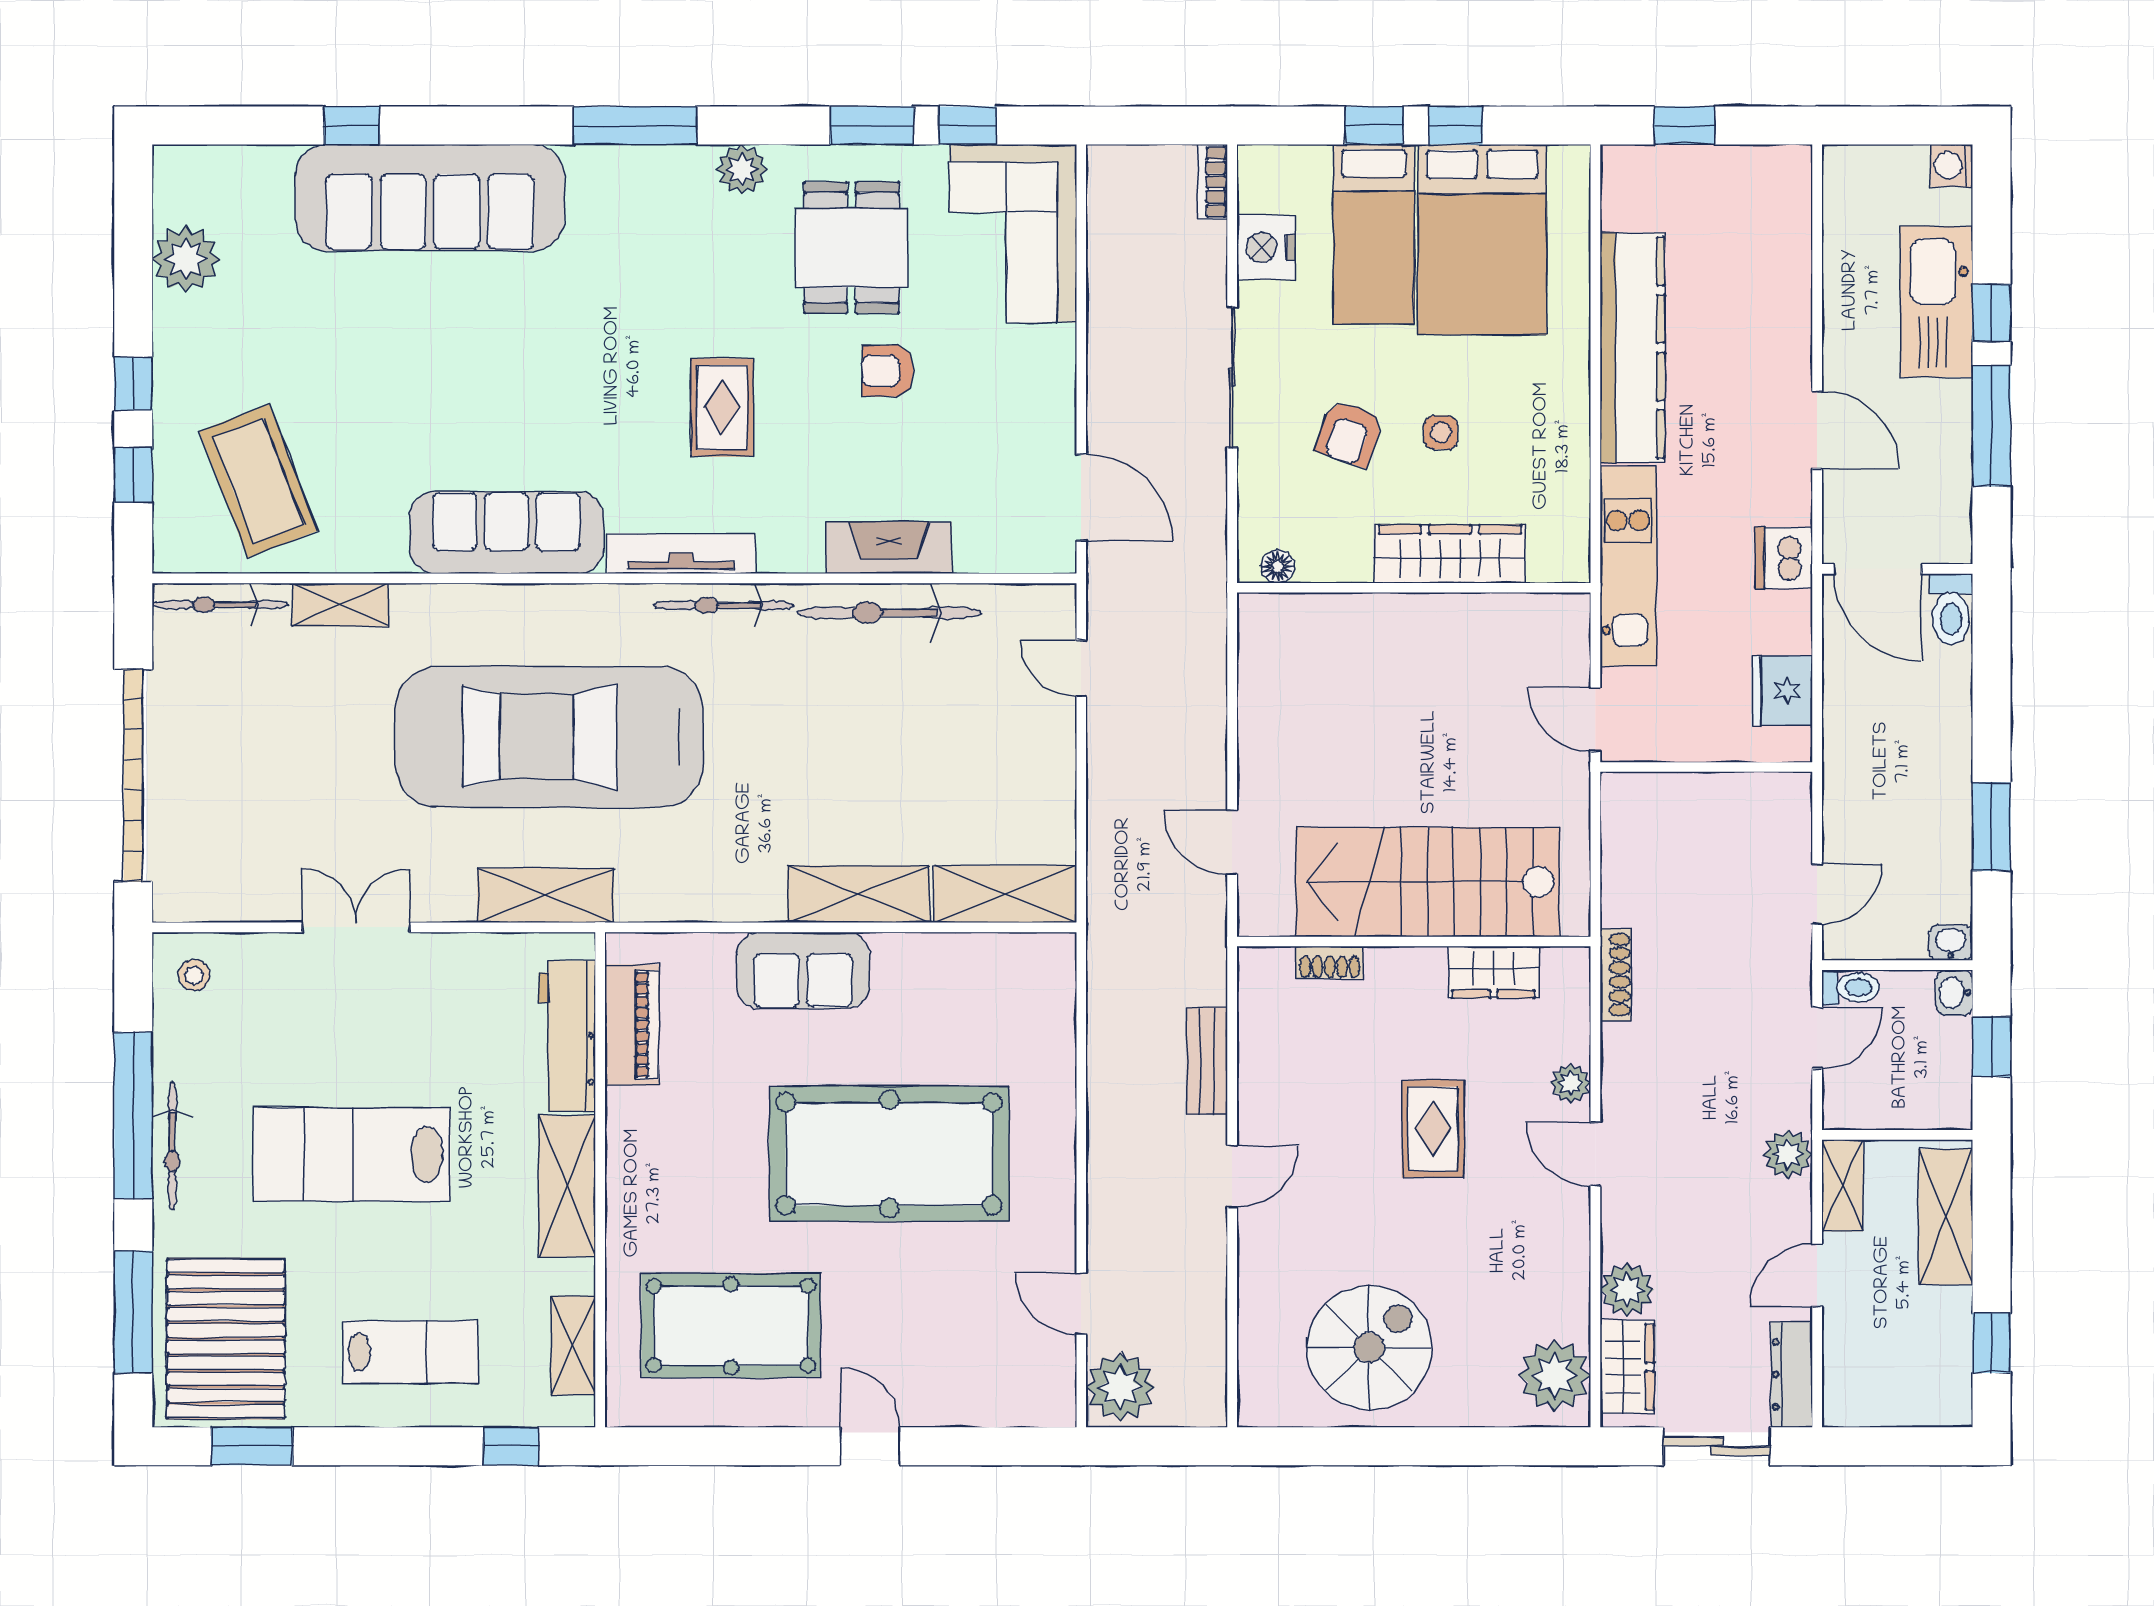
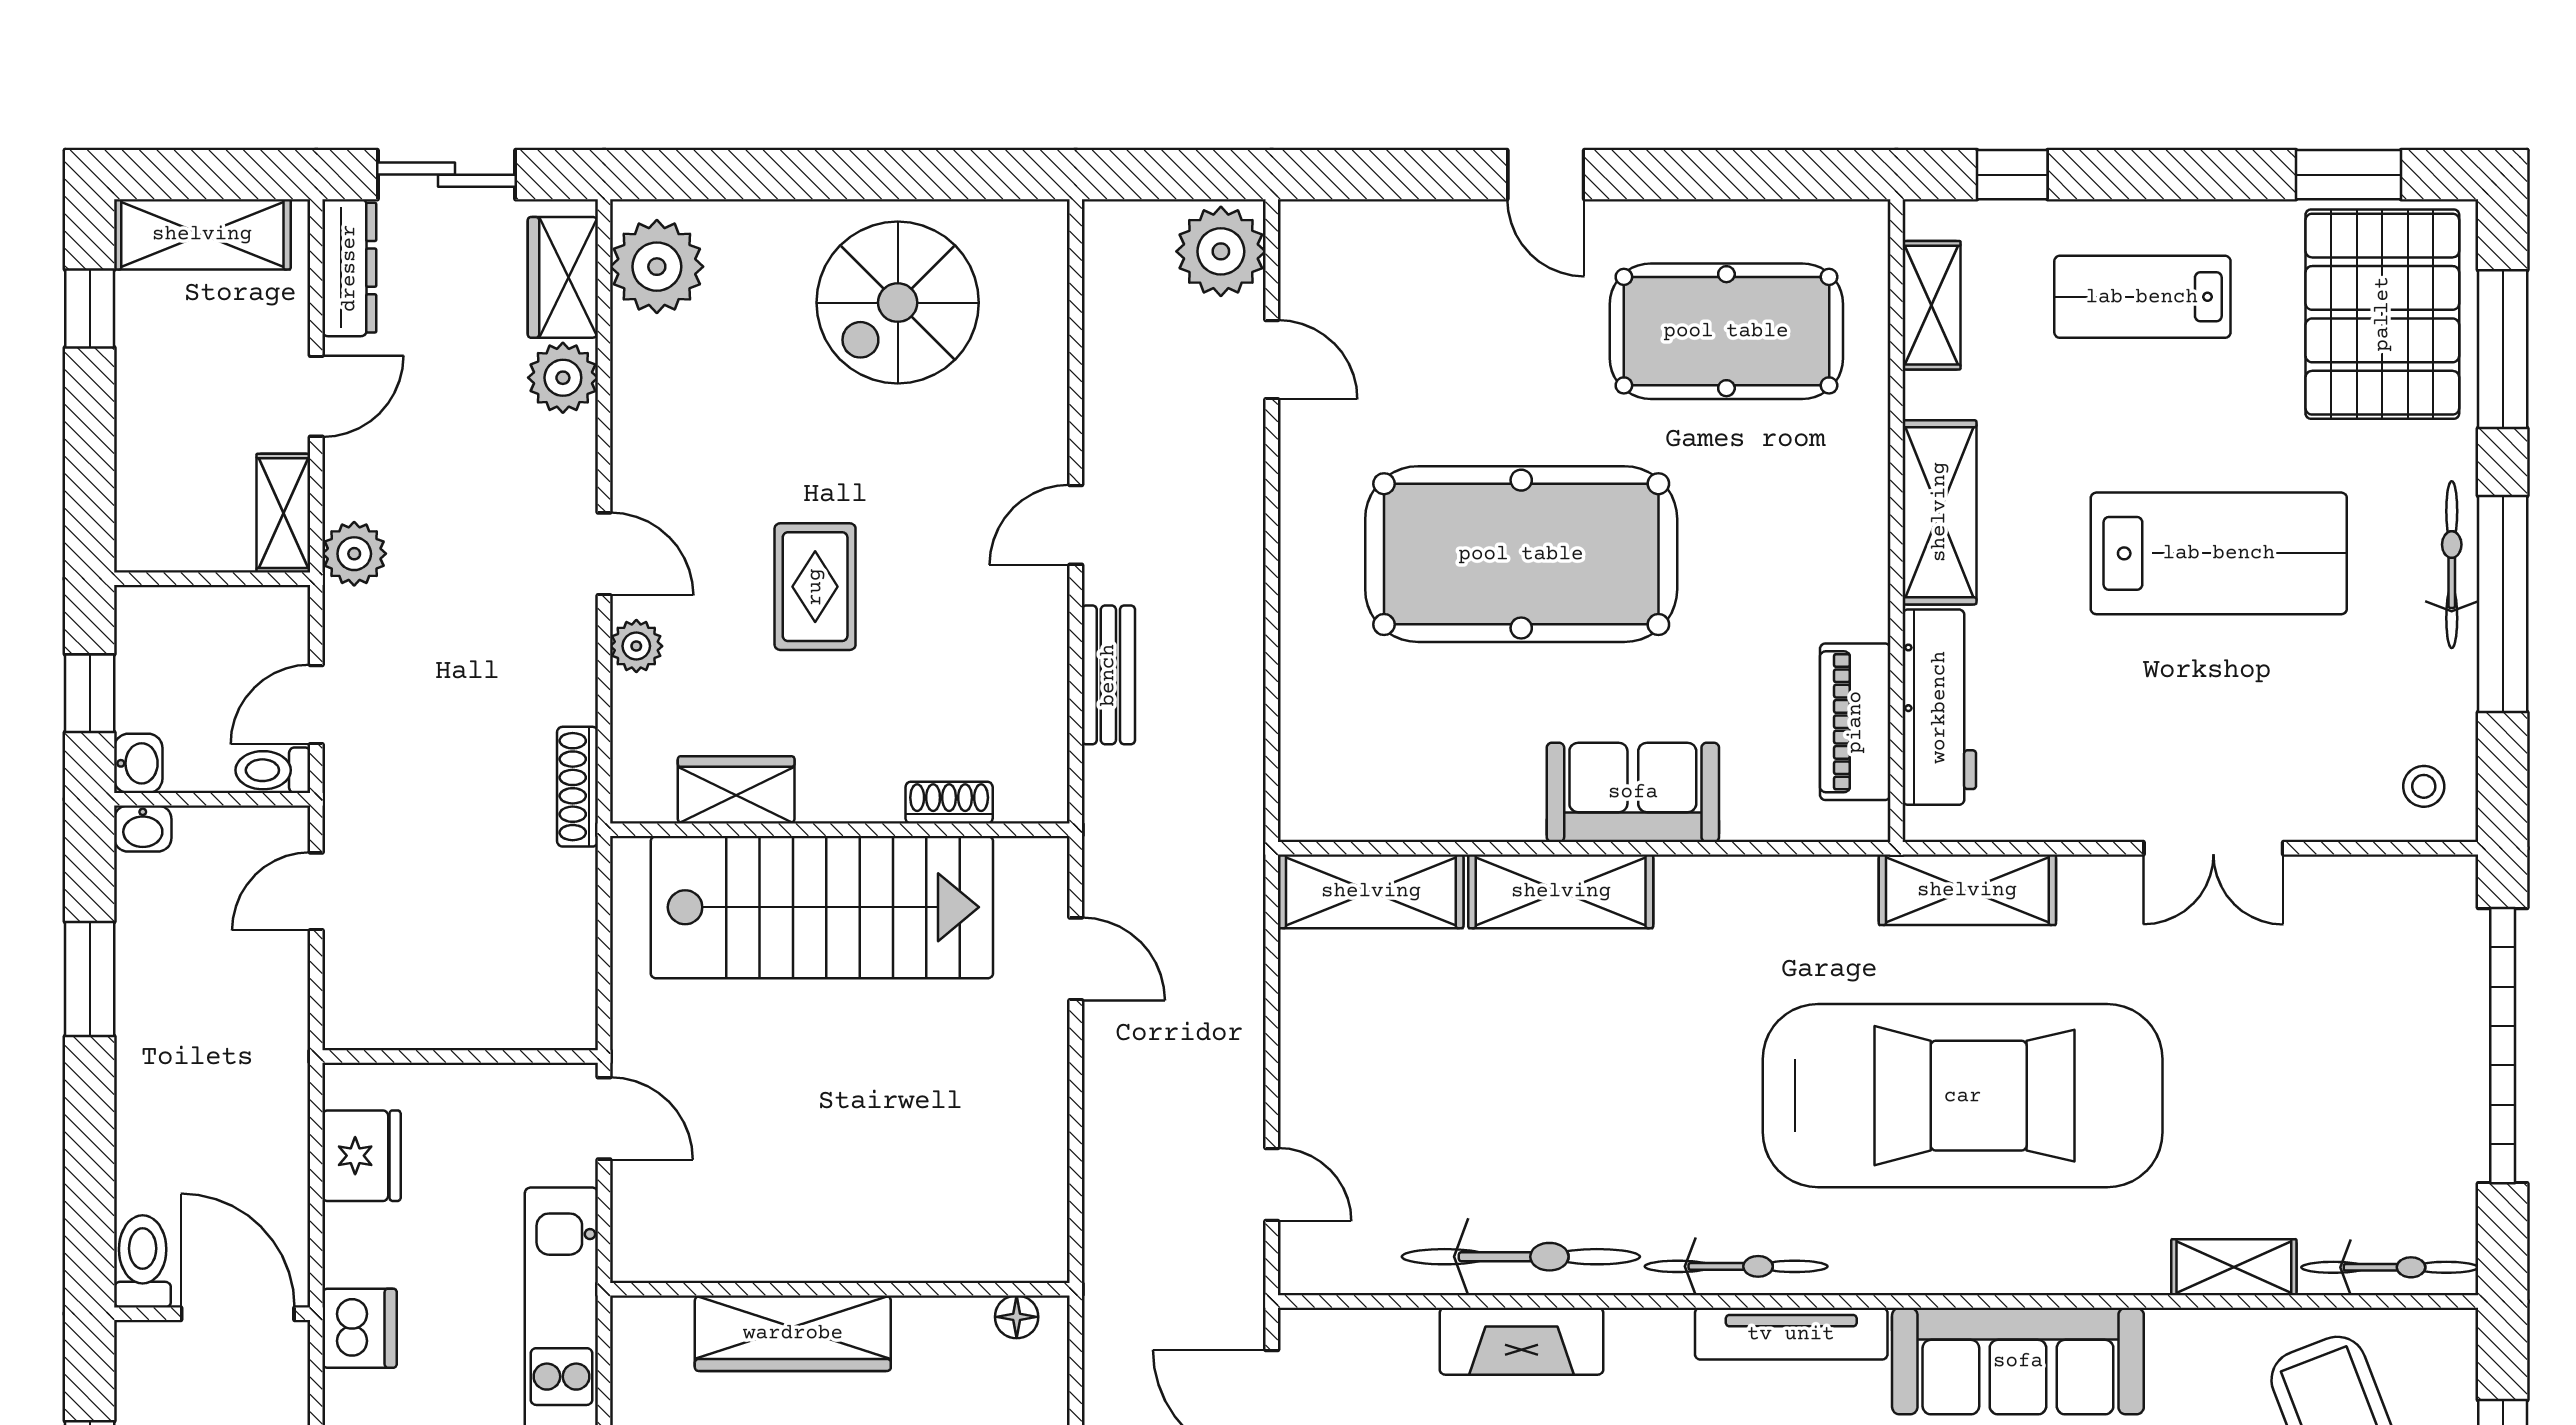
shelving: (1946, 1217) -> (202, 234), moved, turned 90

